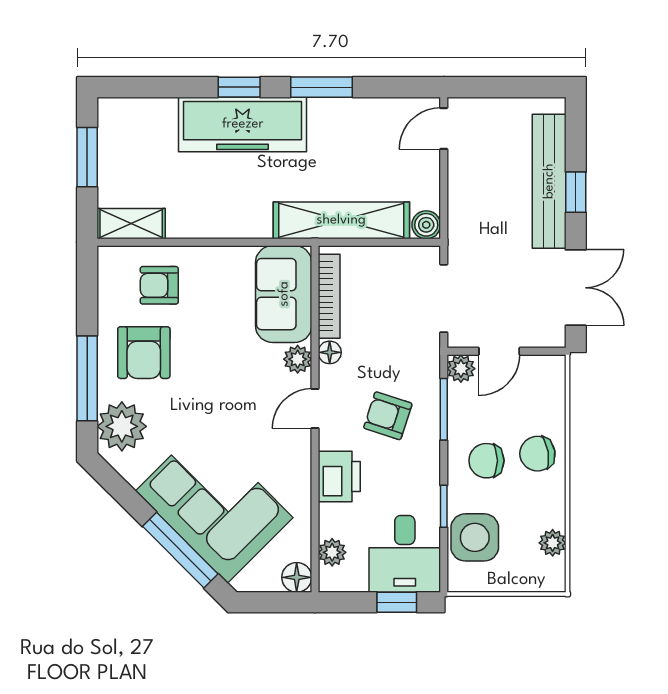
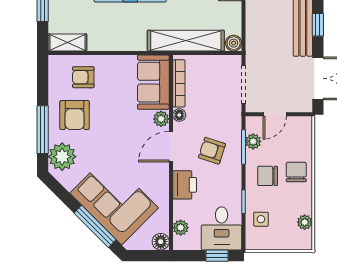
plant: (461, 369) -> (253, 141), moved
door: (315, 409) -> (171, 147), width x1.38
chair: (537, 454) -> (296, 172), turned 99
side table: (475, 537) -> (261, 219), width x0.54, depth x0.54

